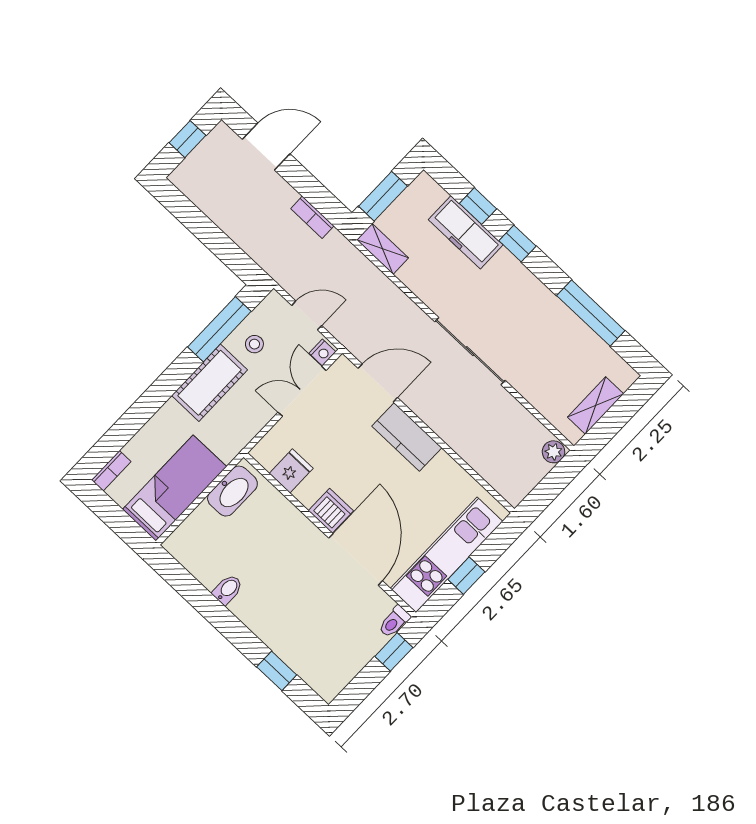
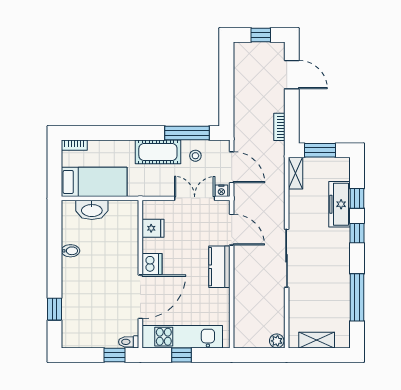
door: (307, 315) -> (232, 167), width x1.38
washbasin: (232, 491) -> (92, 210), moved

